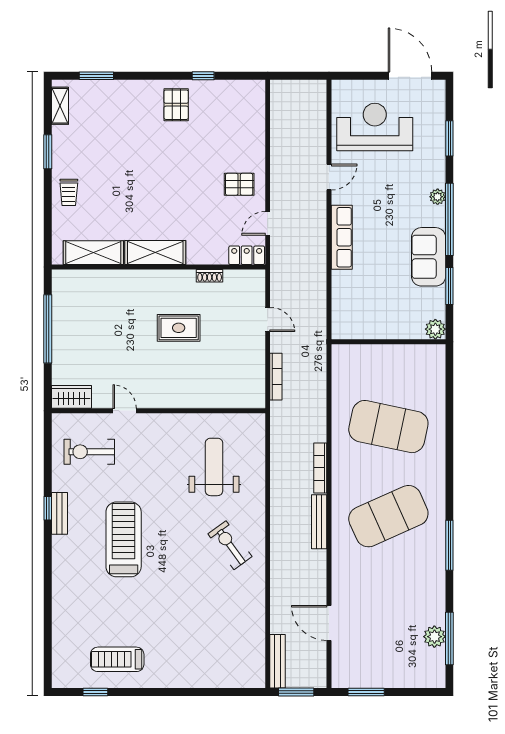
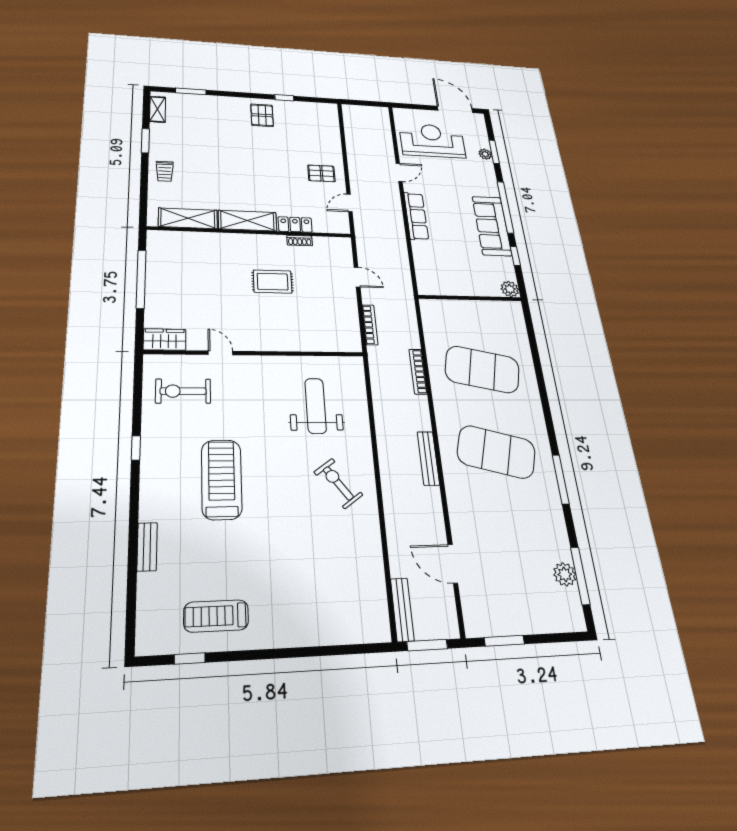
plant: (438, 197) -> (485, 154), moved
locker: (247, 255) -> (295, 225), moved
sofa: (429, 257) -> (492, 226), width x1.36
window: (449, 286) -> (515, 256), width x0.67
bookcase: (320, 468) -> (418, 372), moved
bench: (60, 513) -> (147, 547), moved
exercise mat: (388, 516) -> (496, 452), turned 39

